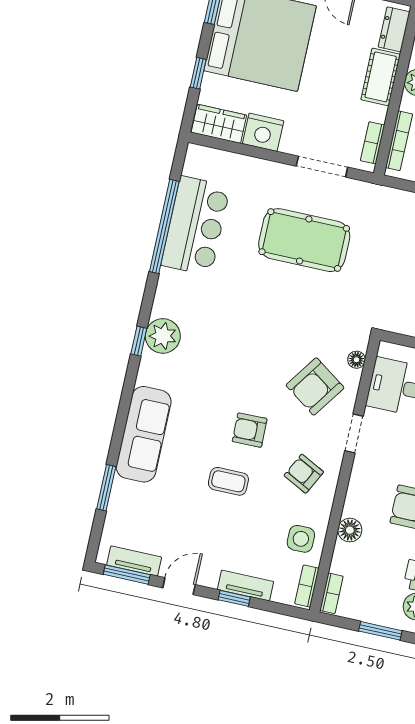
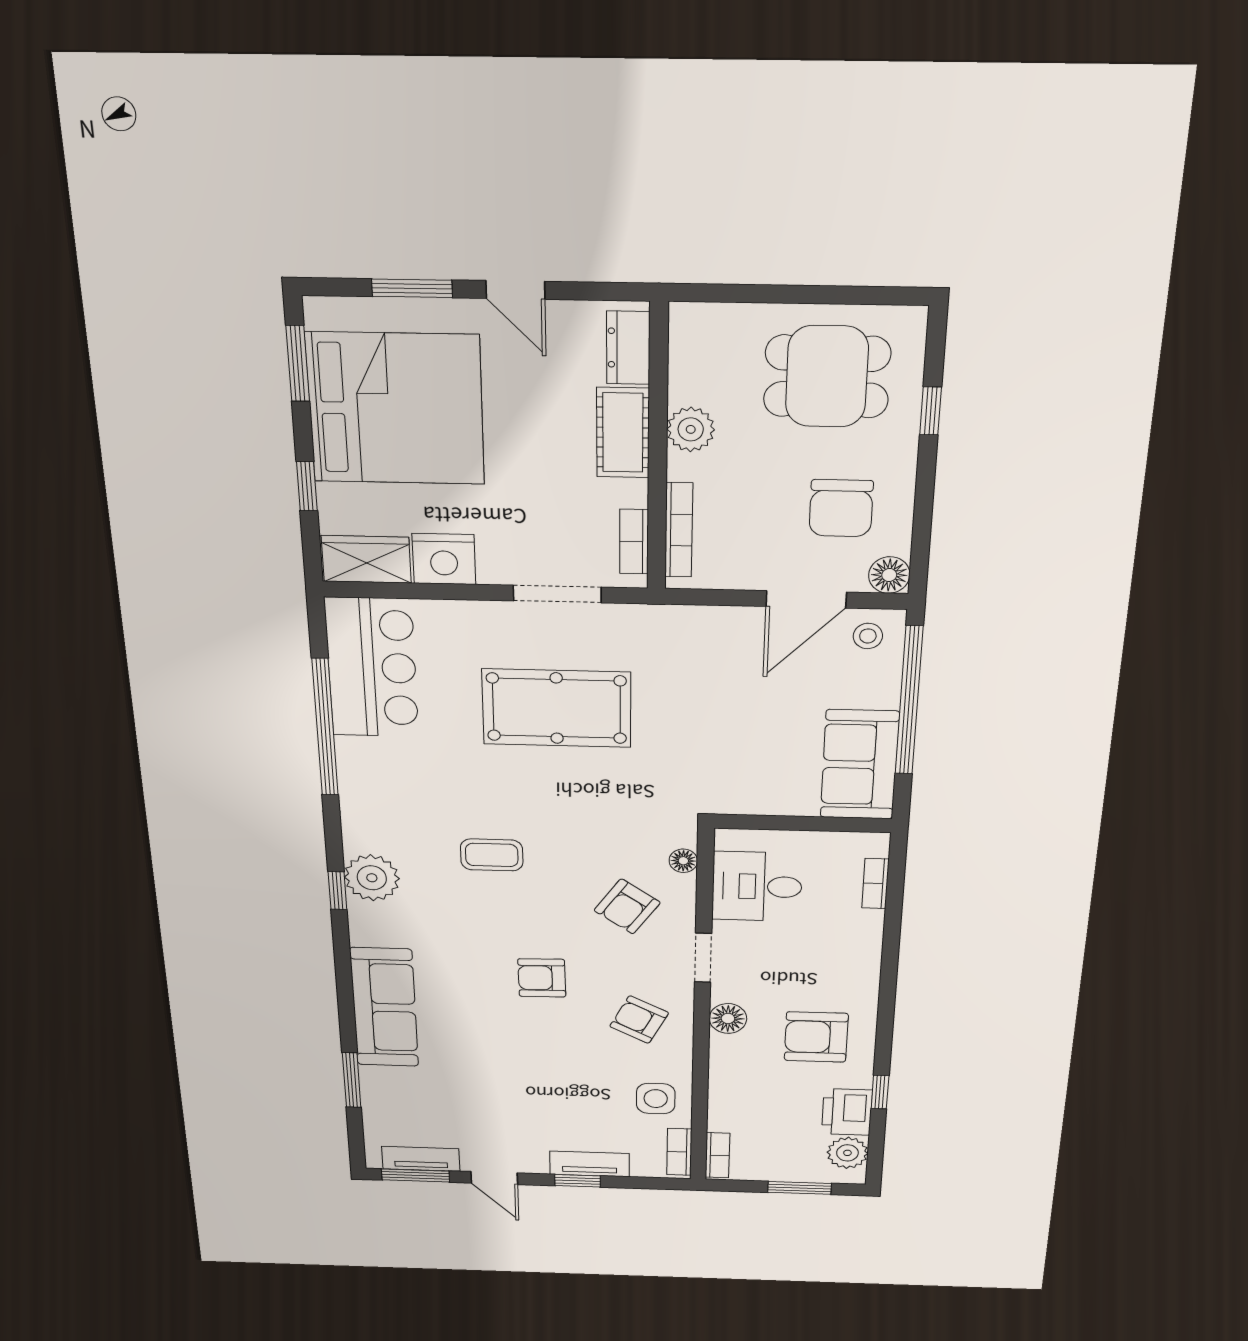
bar counter: (196, 226) -> (372, 668), moved
armchair: (315, 386) -> (627, 906), width x0.72, depth x0.72
coffee table: (228, 481) -> (492, 855), moved
floor lamp: (350, 530) -> (728, 1018), moved
door: (179, 586) -> (494, 1178), swing flipped

